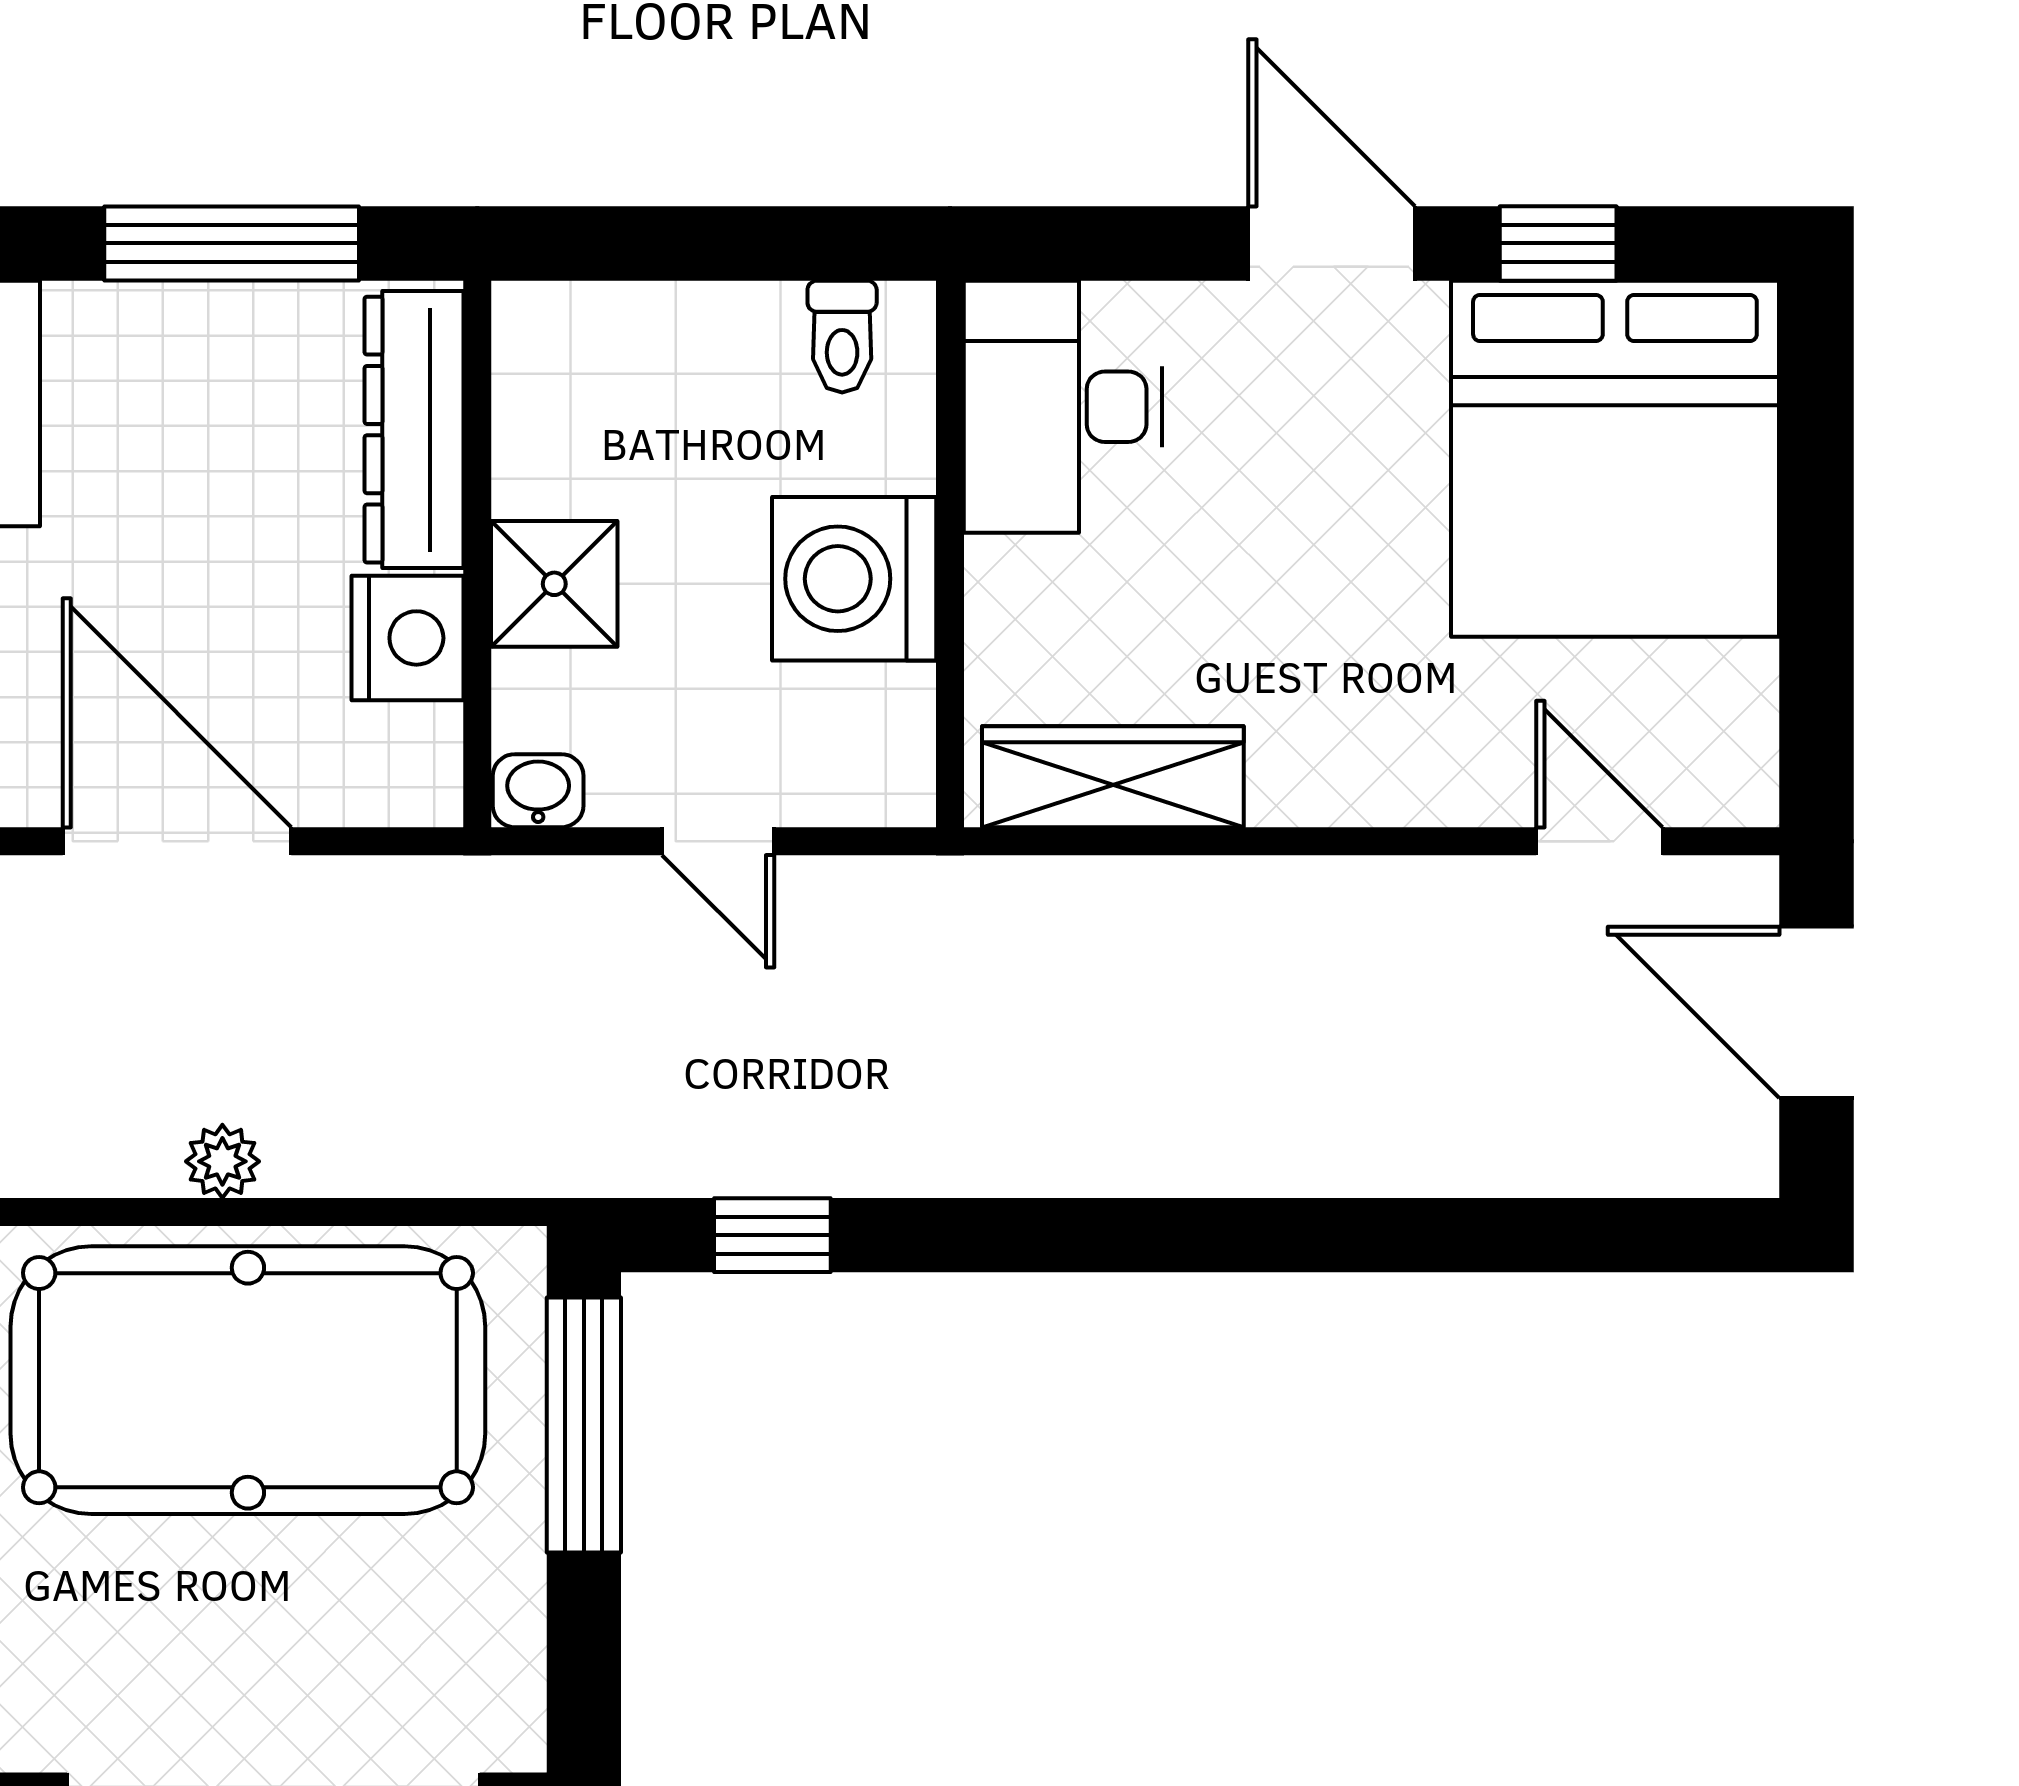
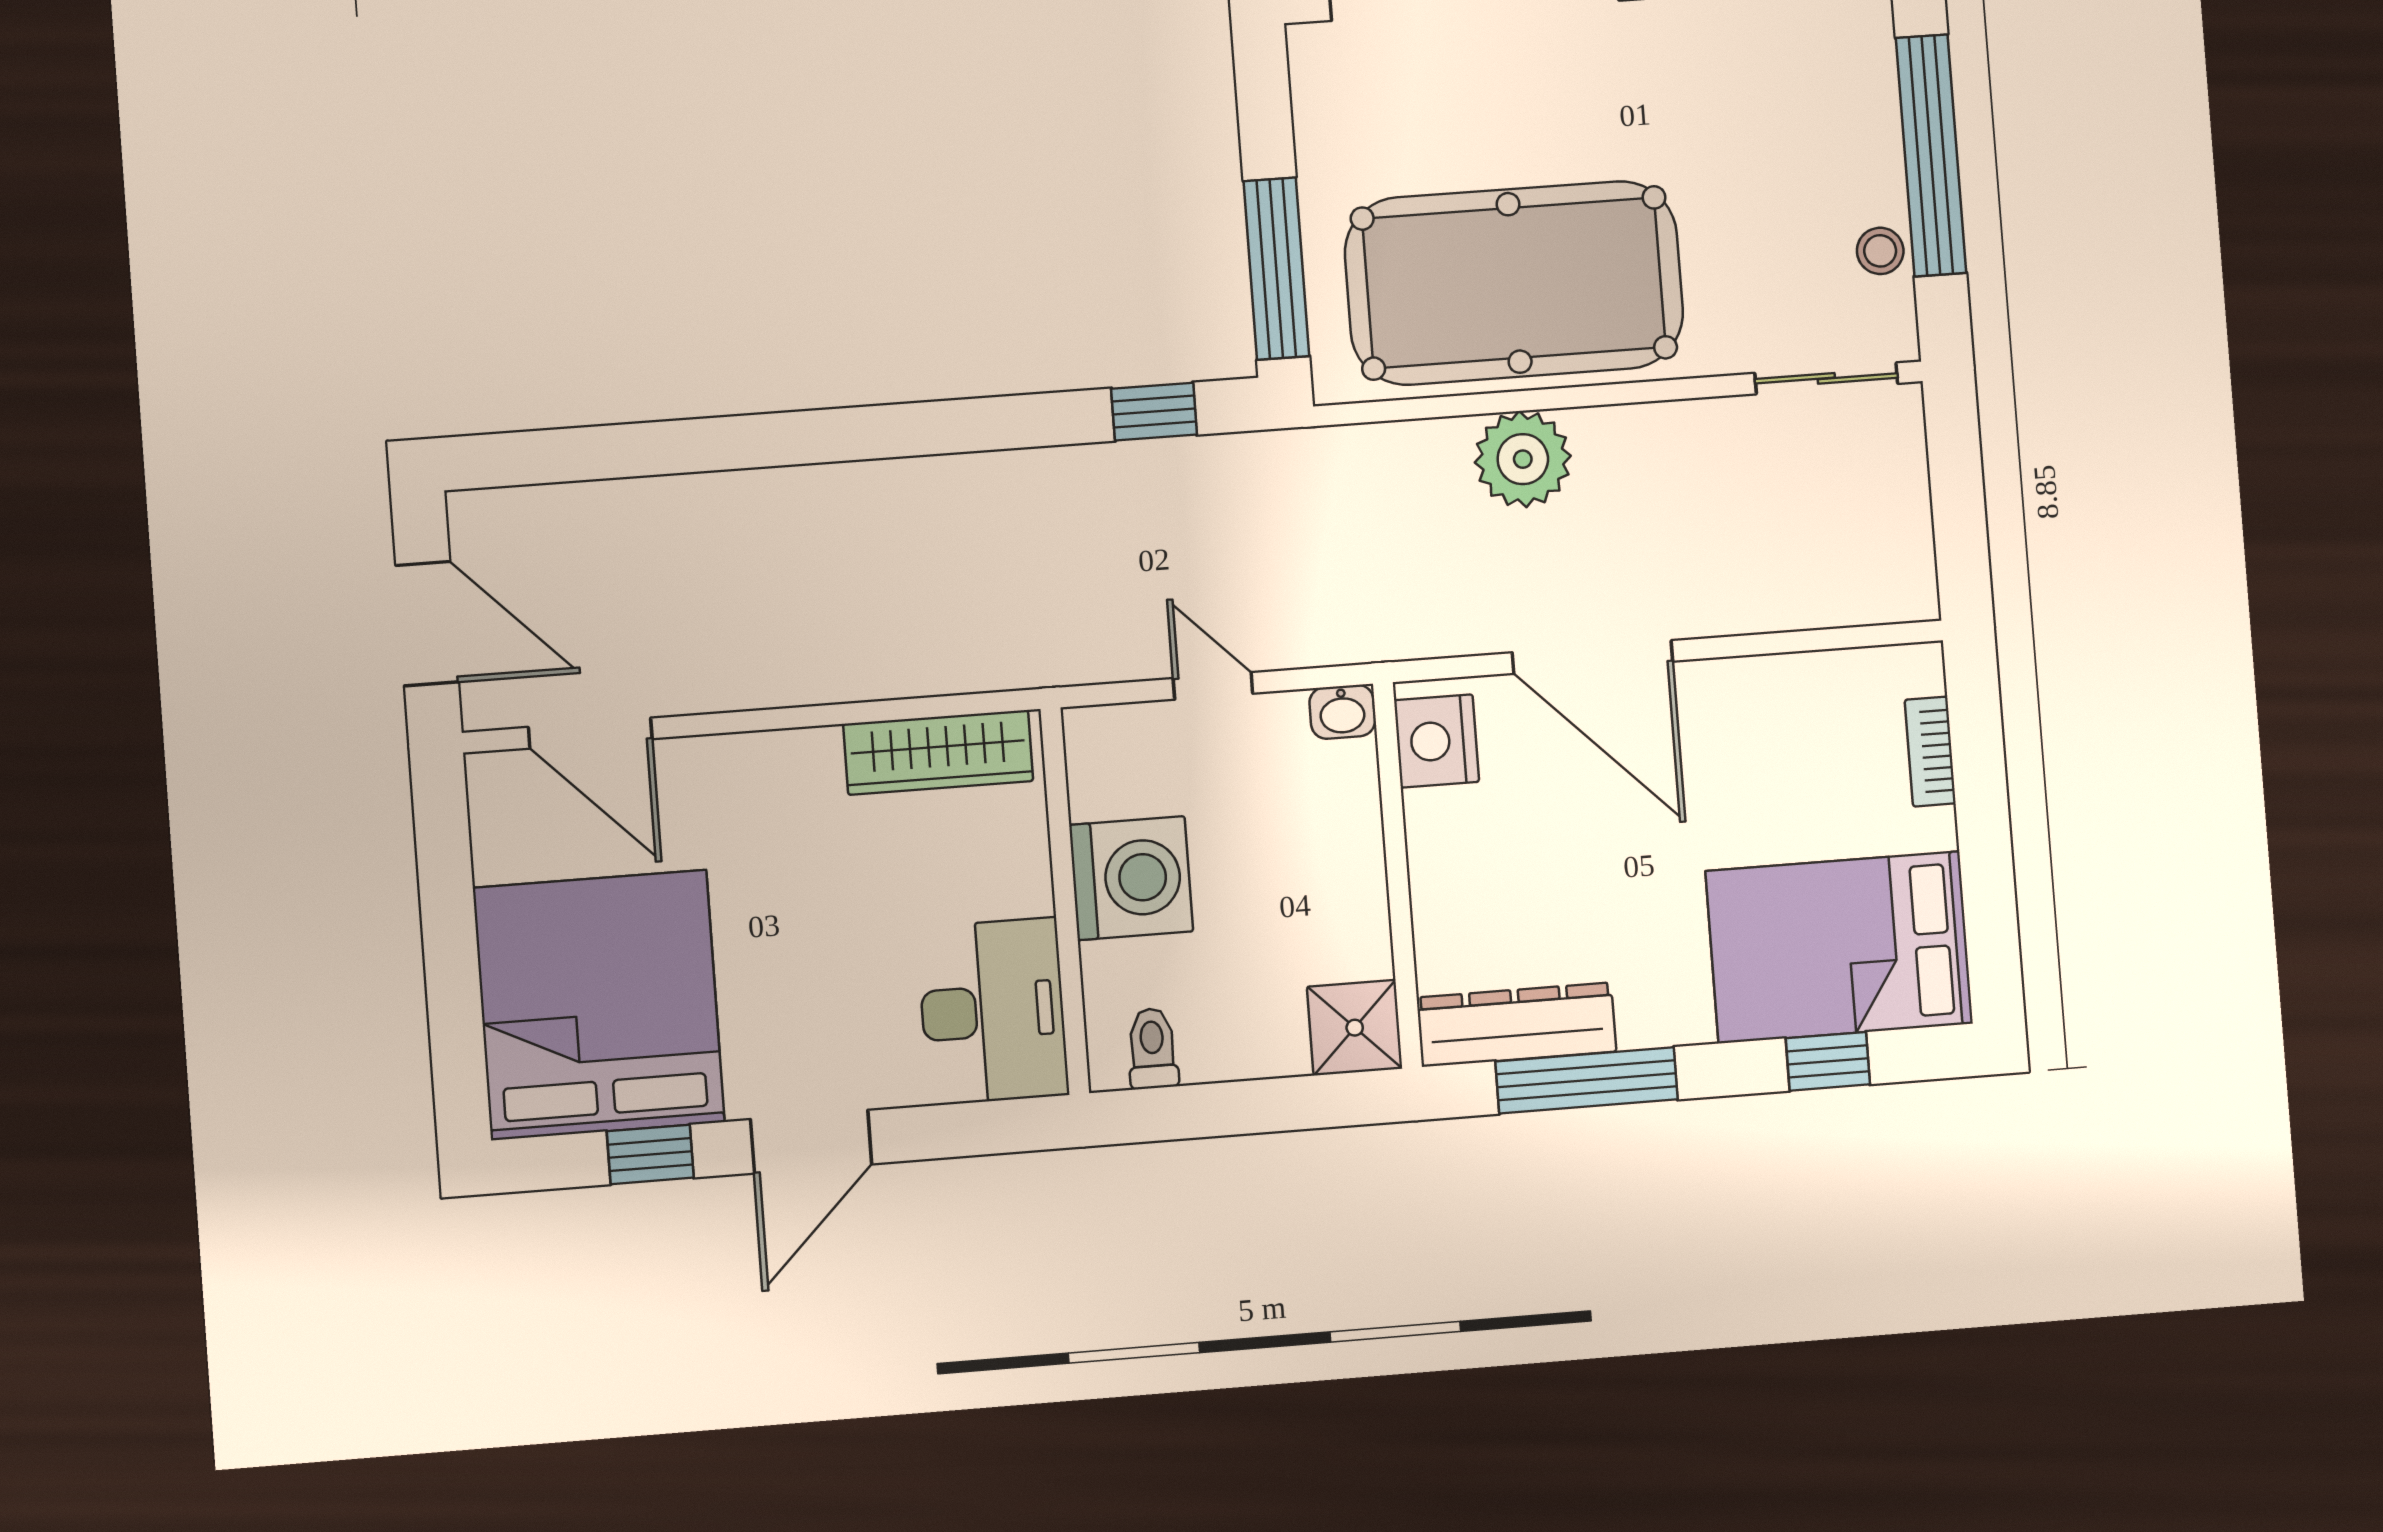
door: (1332, 243) -> (811, 1142), hinge flipped
dresser: (414, 430) -> (1517, 1025), moved, turned -90
shower: (554, 584) -> (1355, 1028), moved
nightstand: (407, 638) -> (1437, 741), moved
door: (1599, 841) -> (590, 733), width x1.38
plant: (222, 1161) -> (1523, 459), width x1.88, depth x1.88

